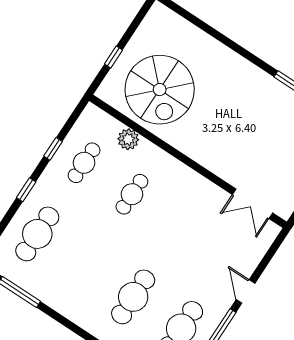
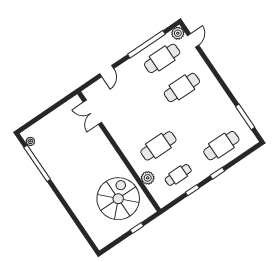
cafe table: (132, 194) -> (158, 146), width x1.37, depth x1.35
double door: (252, 204) -> (92, 112), swing flipped
door: (245, 291) -> (107, 71), moved

